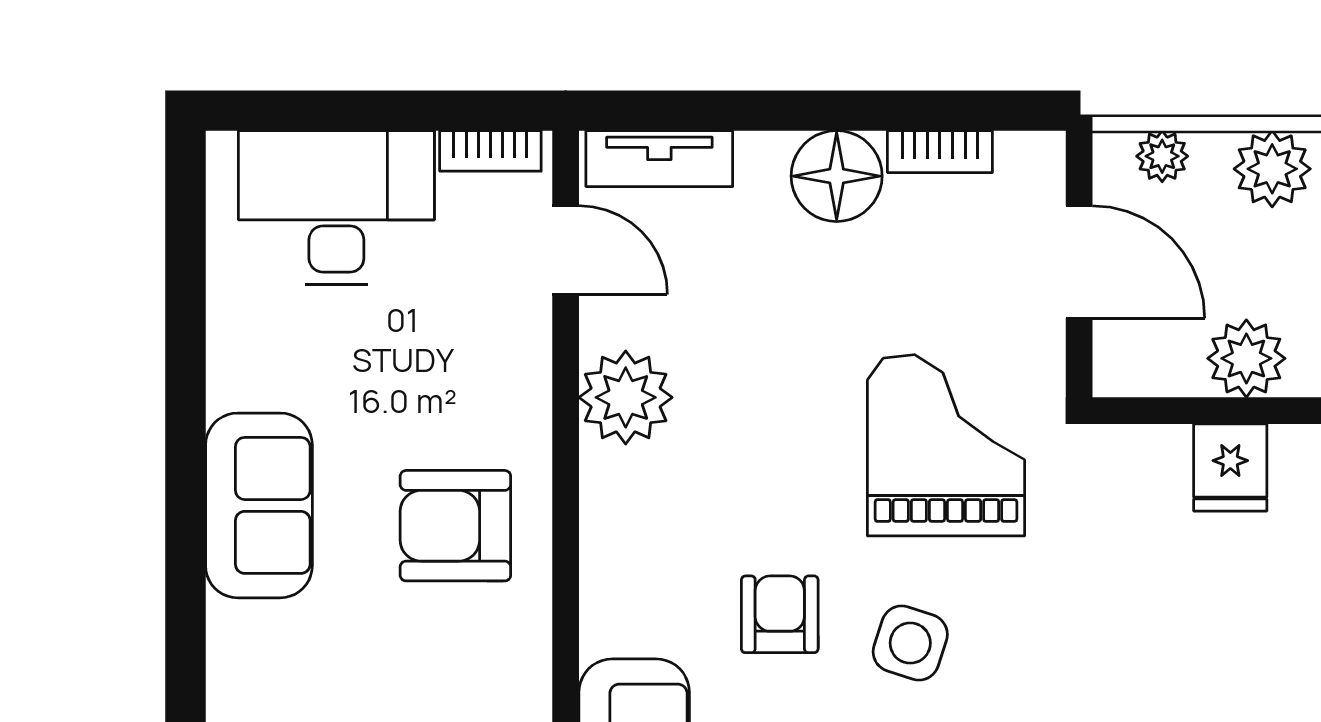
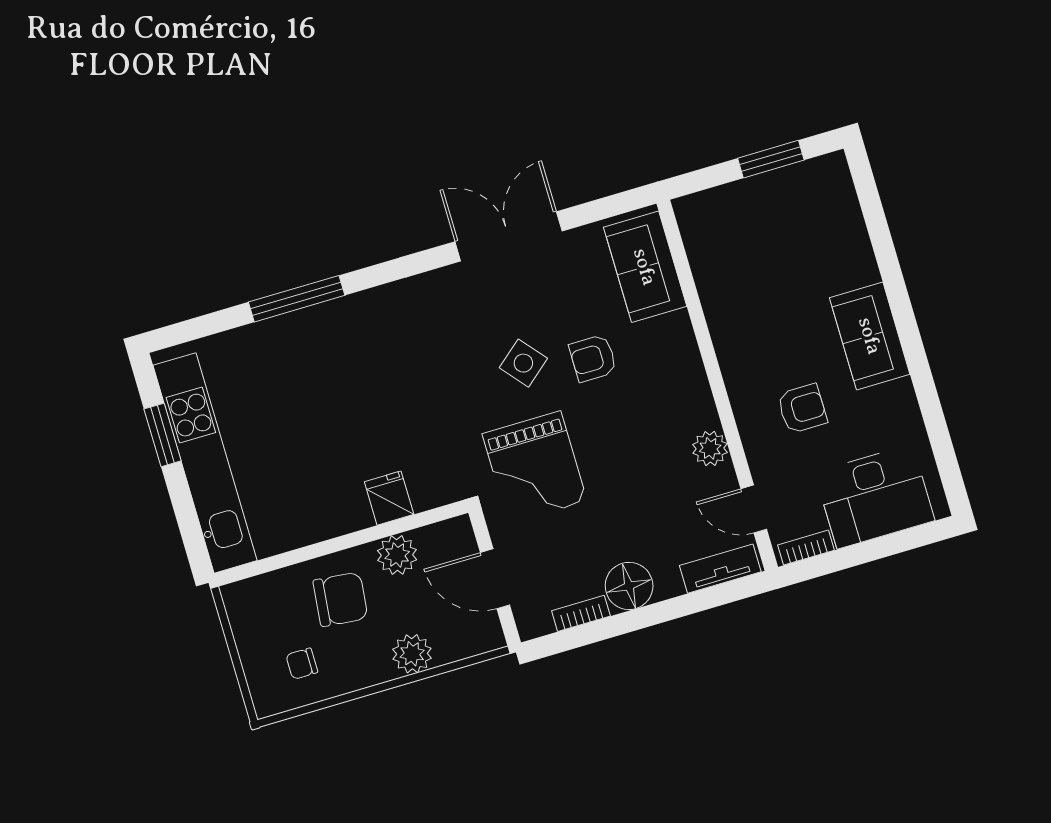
plant: (1162, 156) -> (469, 644), removed
plant: (626, 397) -> (710, 448), width x0.73, depth x0.73
armchair: (455, 526) -> (802, 409), moved, width x0.72, depth x0.72
armchair: (780, 614) -> (593, 358), turned 90
side table: (910, 643) -> (523, 363), turned 32

